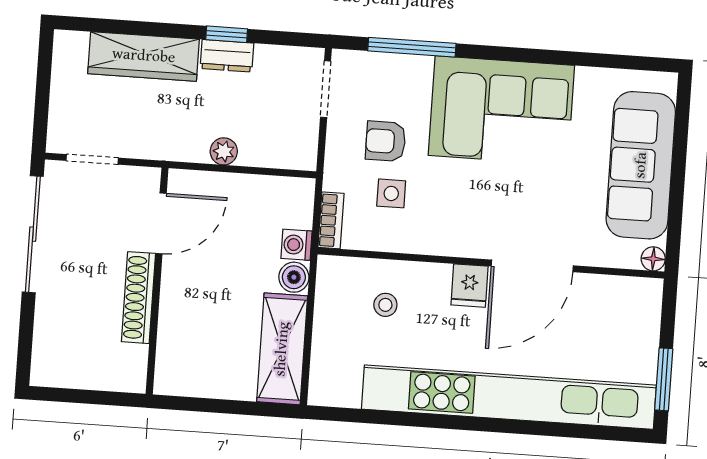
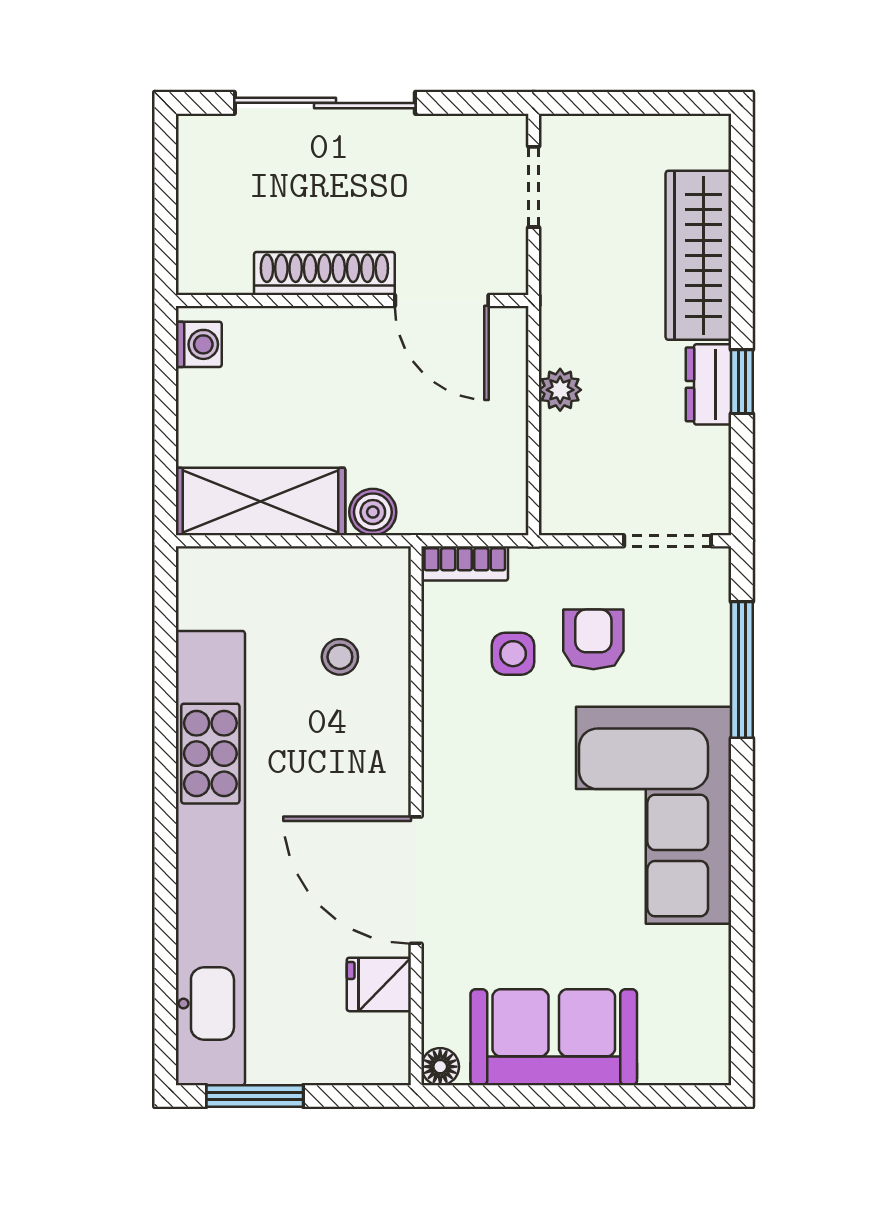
sofa: (641, 165) -> (554, 1037), width x0.73
sliding door: (33, 234) -> (325, 103), moved
washing machine: (296, 245) -> (199, 344), moved, turned 90
fridge: (470, 286) -> (379, 984), moved

